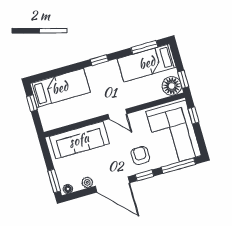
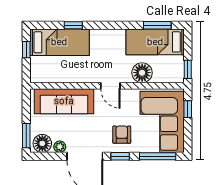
window: (99, 60) -> (73, 25), moved
floor lamp: (172, 86) -> (142, 73), moved
floor lamp: (68, 189) -> (42, 143), width x1.89, depth x1.89

